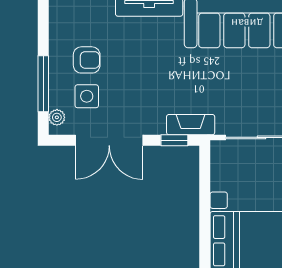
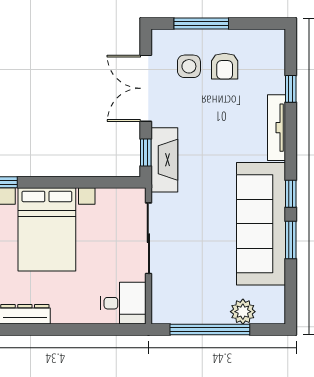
plant: (57, 117) -> (168, 37), removed
fireplace: (191, 125) -> (164, 160), width x1.37, depth x1.32

